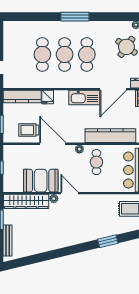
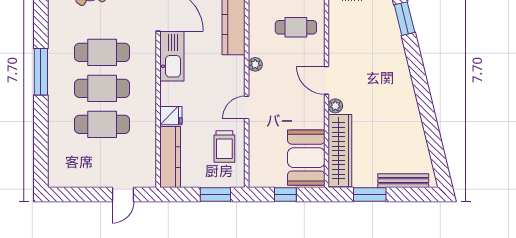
door: (53, 144) -> (247, 107), width x0.53
cafe table: (96, 162) -> (296, 27), moved
booth: (41, 181) -> (306, 158), moved
door: (70, 193) -> (327, 80), hinge flipped

